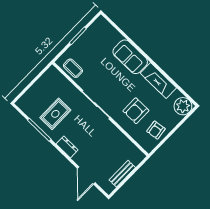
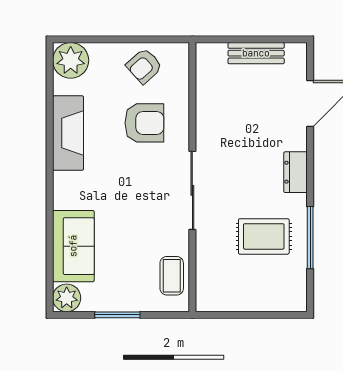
plant: (101, 24) -> (67, 298), added
sofa: (130, 57) -> (73, 246), moved
armchair: (156, 130) -> (144, 66), turned 146

